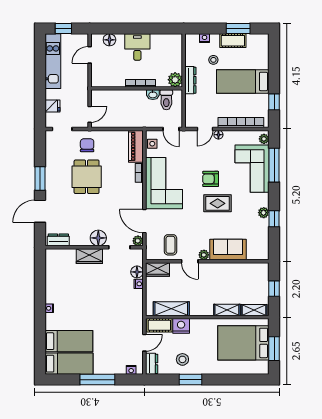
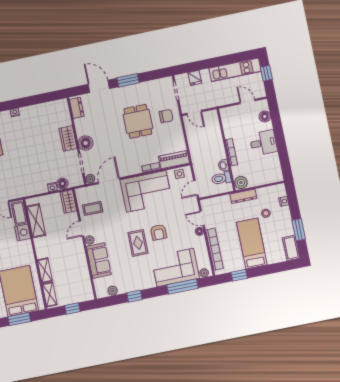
cot: (233, 41) -> (291, 248), moved
dining table: (87, 177) -> (138, 121), turned 90
armchair: (211, 179) -> (159, 232), turned 180
plant: (264, 213) -> (113, 291), moved

